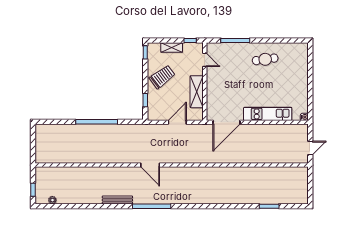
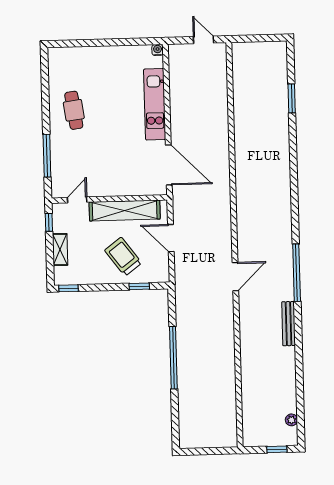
trolley: (162, 77) -> (123, 257), moved
shelving: (197, 92) -> (125, 211), width x1.47

